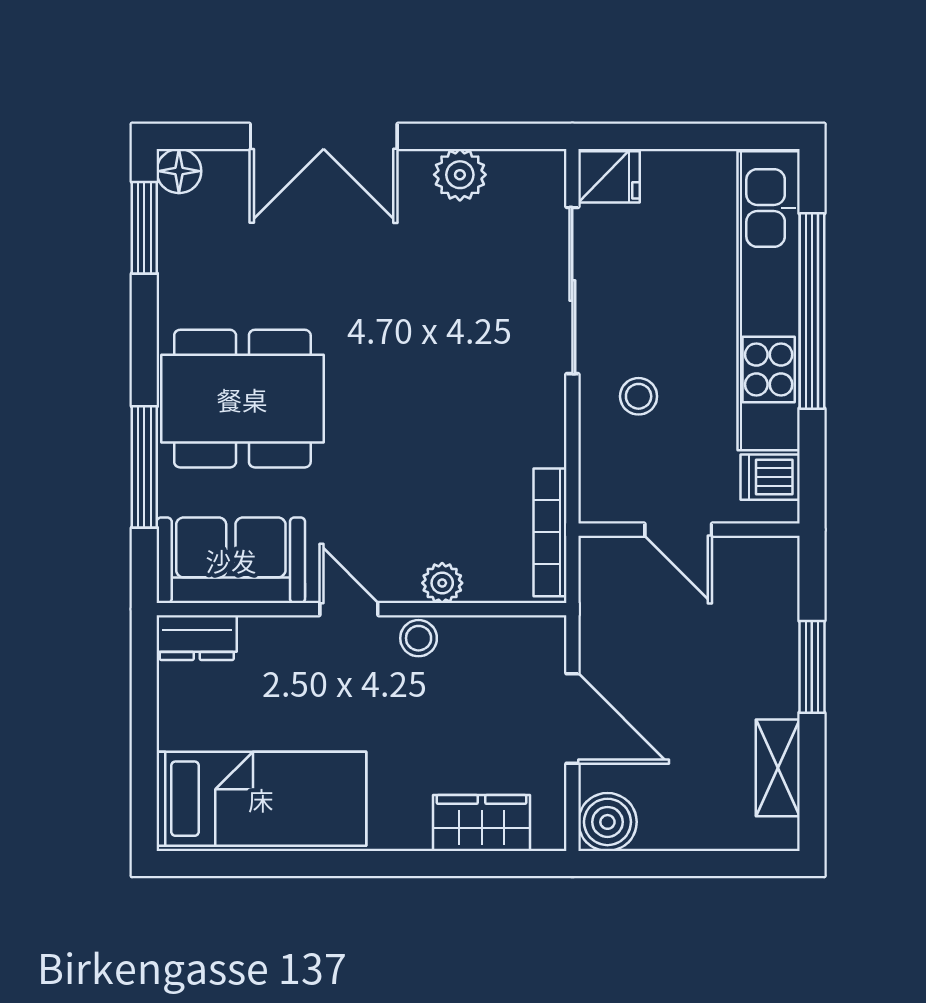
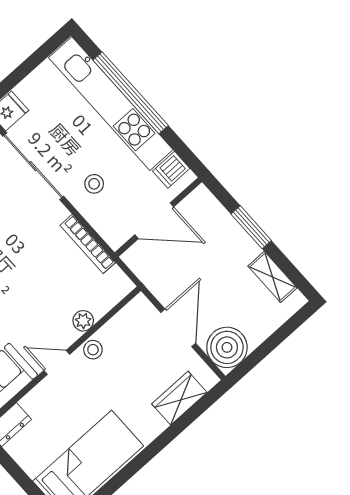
door: (678, 530) -> (154, 221), width x1.38
bookcase: (550, 532) -> (88, 244), moved
door: (572, 718) -> (178, 328), hinge flipped
boiler: (607, 822) -> (227, 347), width x1.37, depth x1.37

